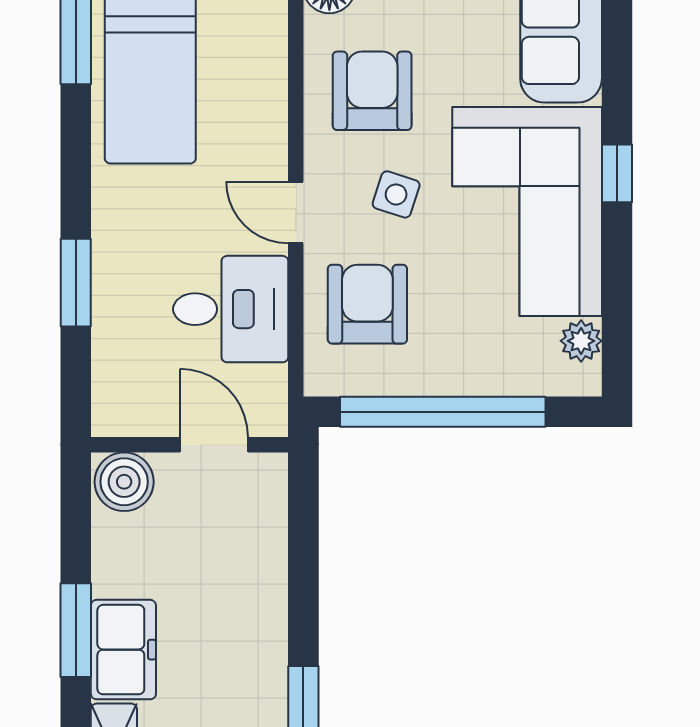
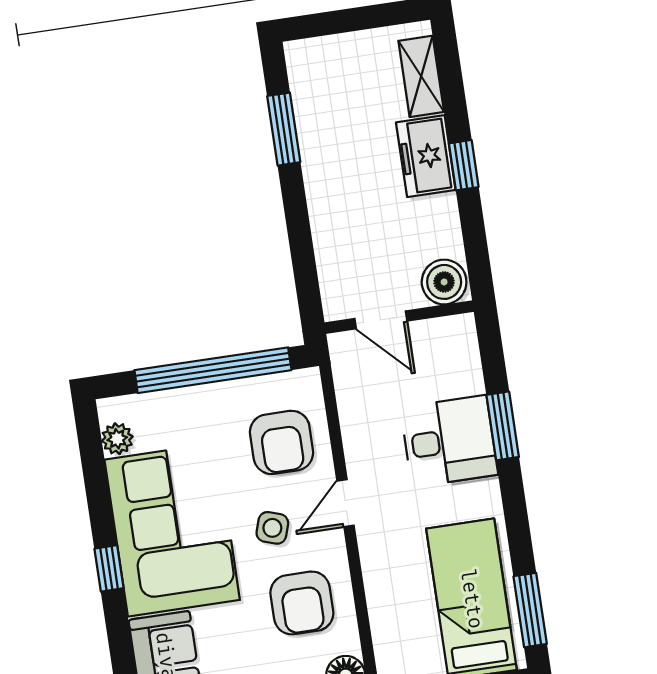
door: (296, 212) -> (346, 503), swing flipped
desk: (231, 309) -> (449, 441), moved, turned 180
window: (76, 630) -> (464, 165), width x0.67

